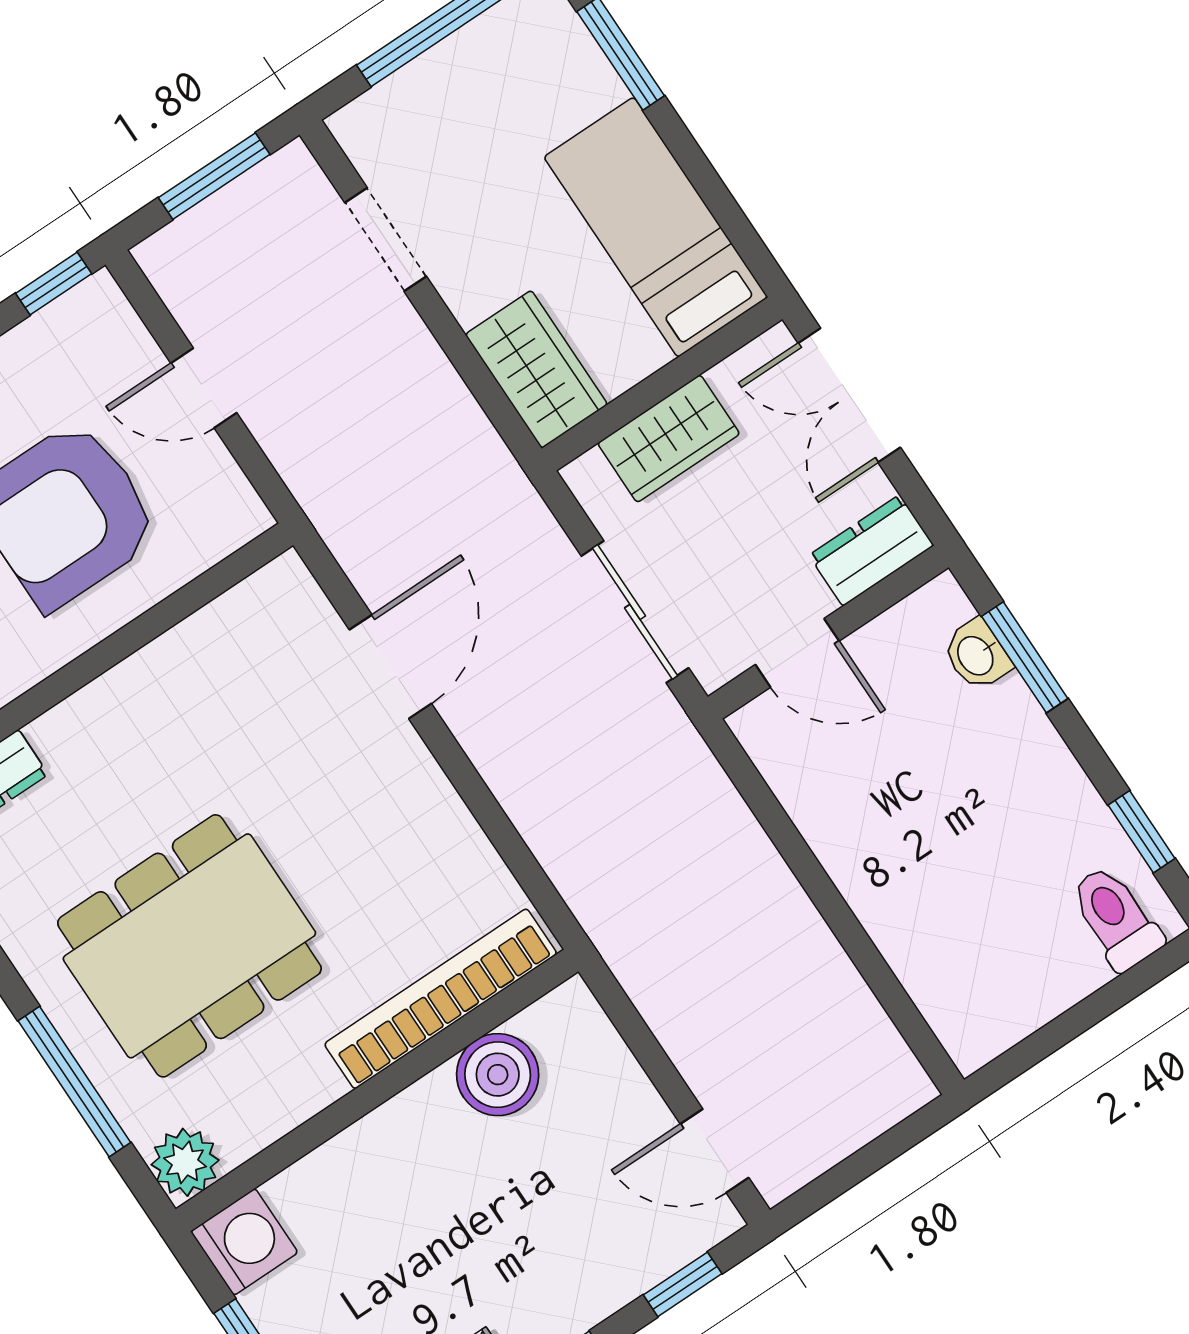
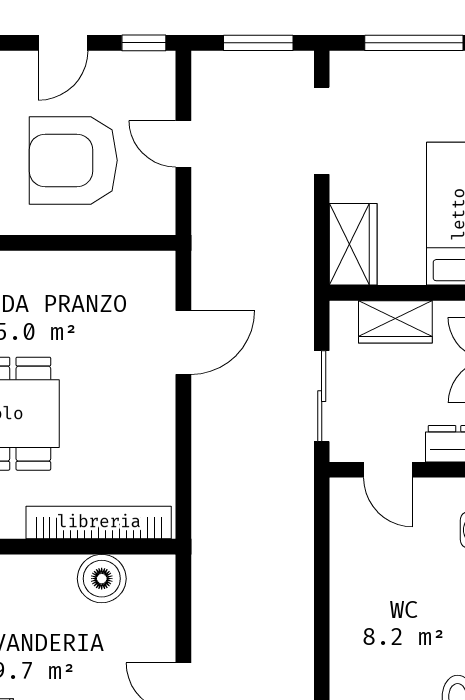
doorway: (386, 239) -> (322, 131), width x1.38

